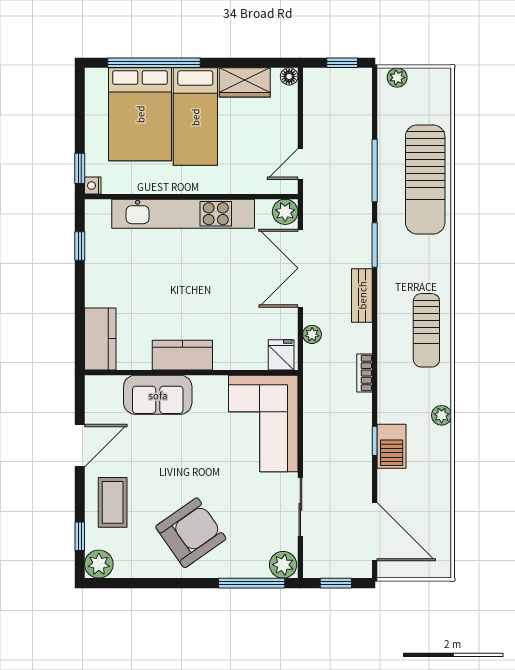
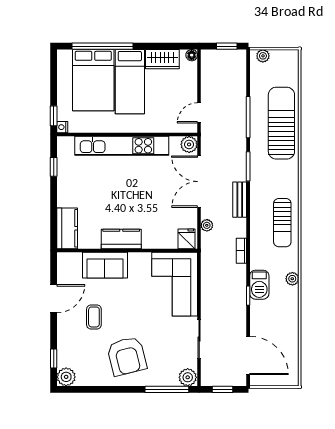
sun lounger: (425, 179) -> (281, 123), turned 180
barbecue: (392, 446) -> (259, 285), moved
coffee table: (113, 502) -> (94, 317), moved, width x0.73, depth x0.77
armchair: (191, 533) -> (127, 356), turned 111

